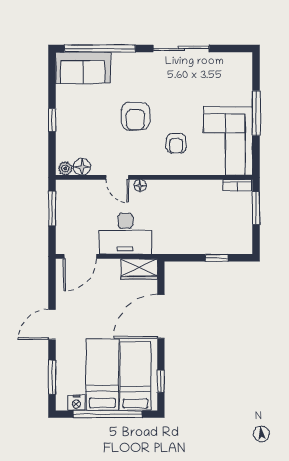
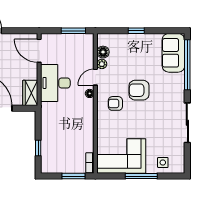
side table: (237, 83) -> (163, 162), added
armchair: (176, 143) -> (115, 103), moved
plant: (65, 168) -> (102, 64), moved

